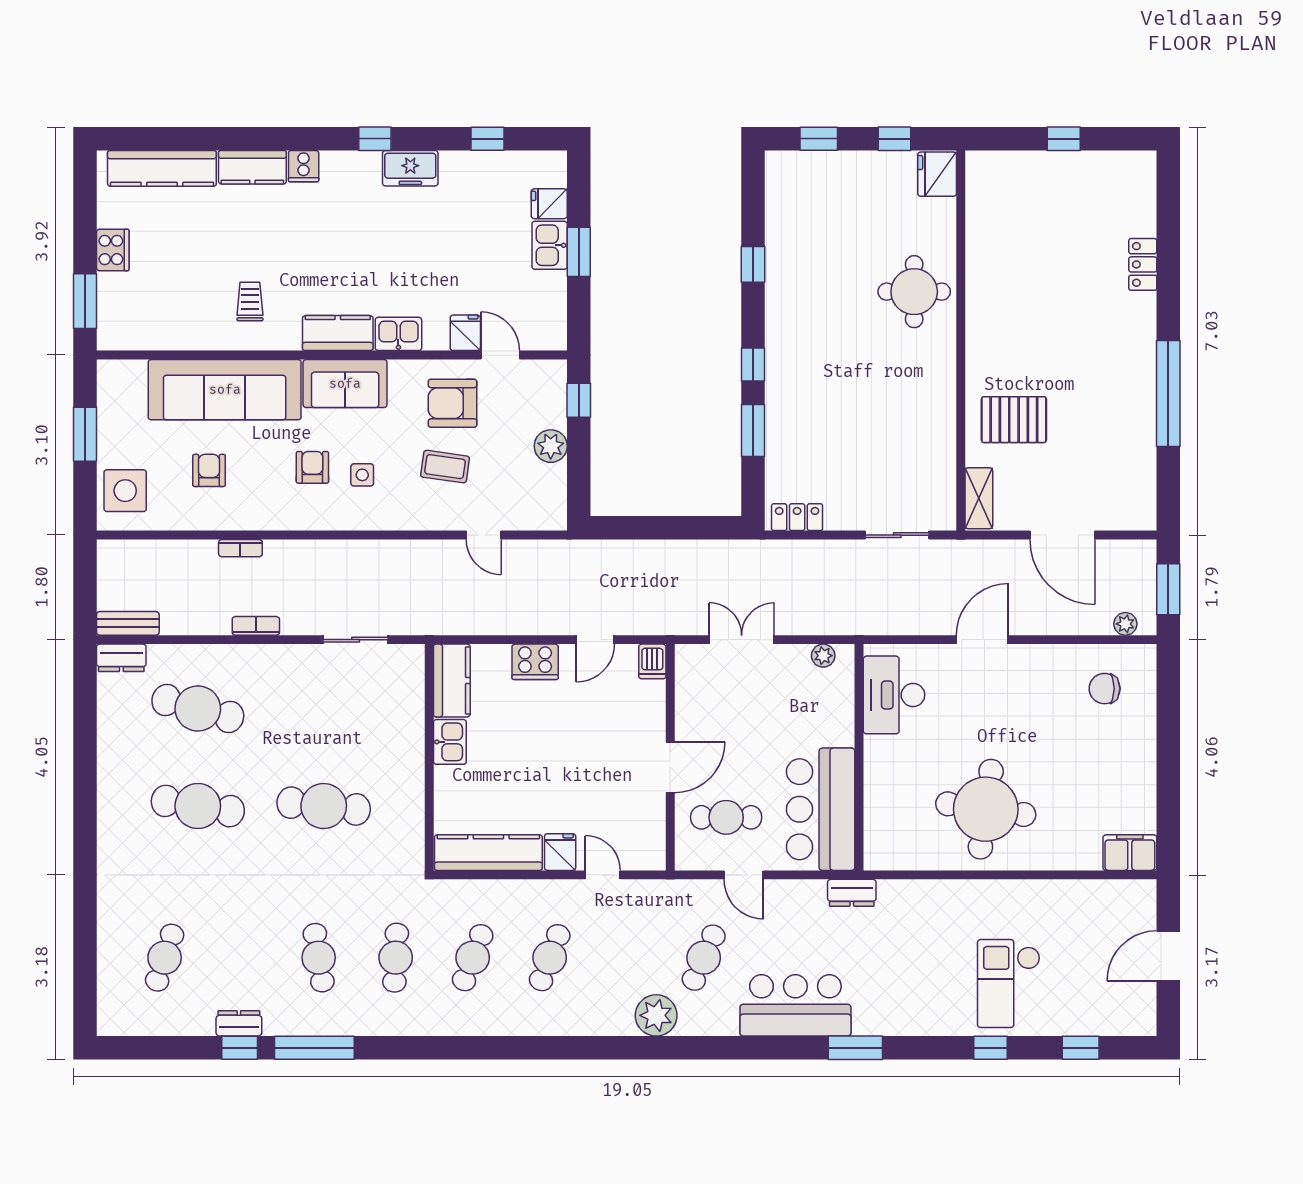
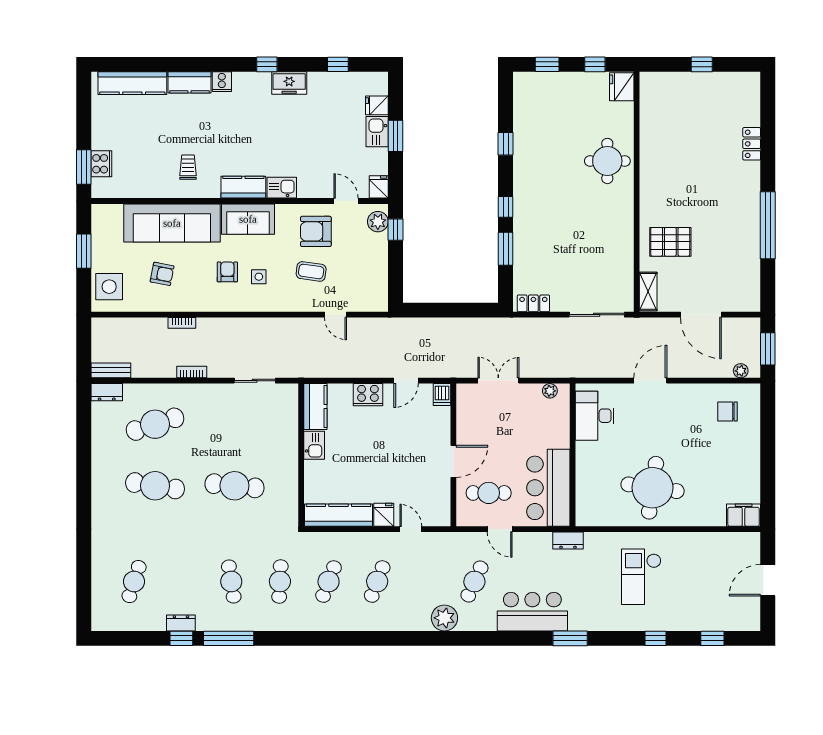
cooker: (113, 250) -> (101, 164), moved
fridge: (465, 333) -> (379, 187), moved
plant: (551, 446) -> (378, 222), moved
armchair: (209, 470) -> (162, 274), turned 101
sliding door: (897, 535) -> (597, 315), width x1.37
cafe table: (198, 708) -> (155, 424), turned -33
checkout: (1009, 984) -> (641, 577), moved

